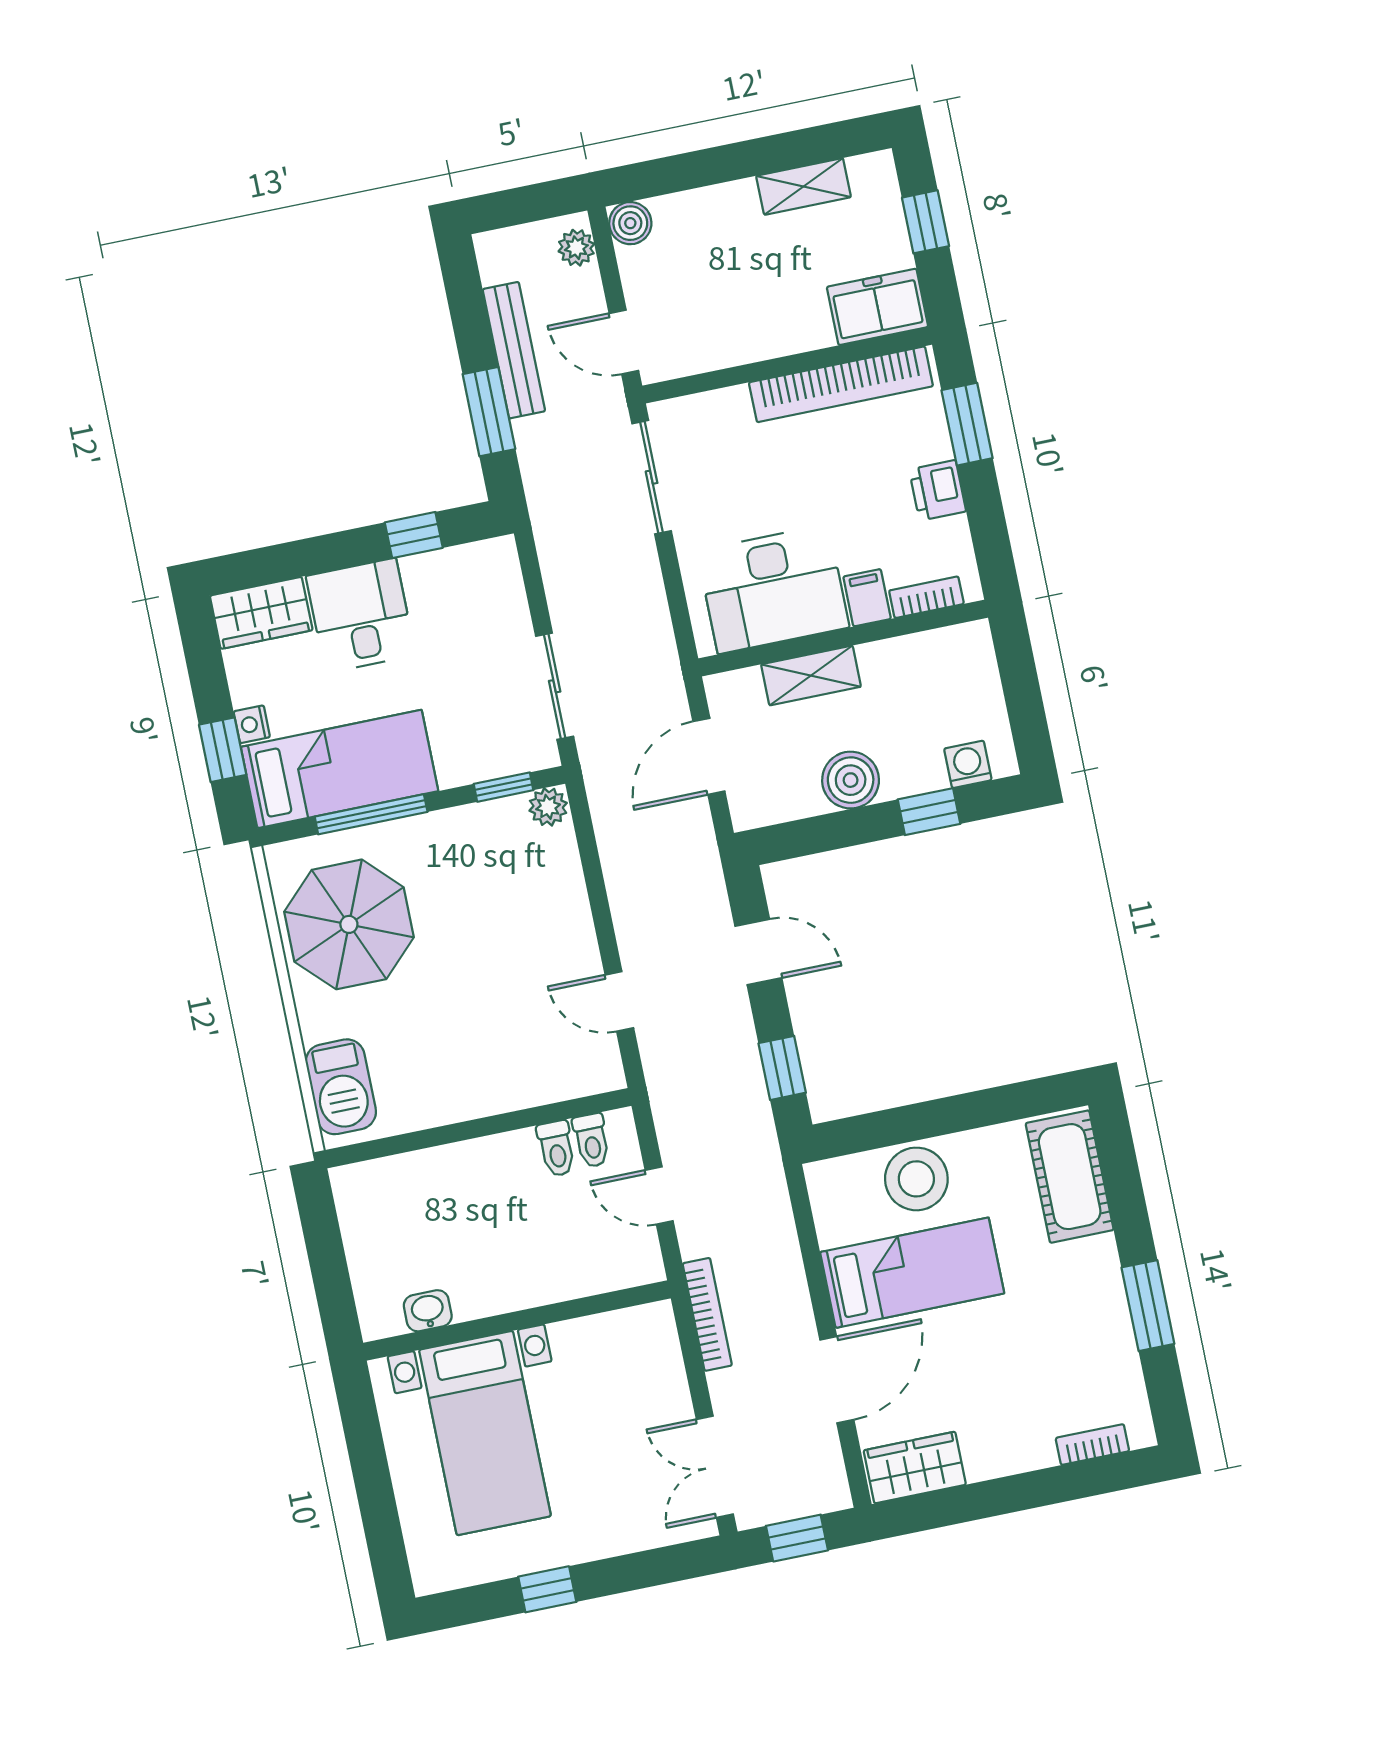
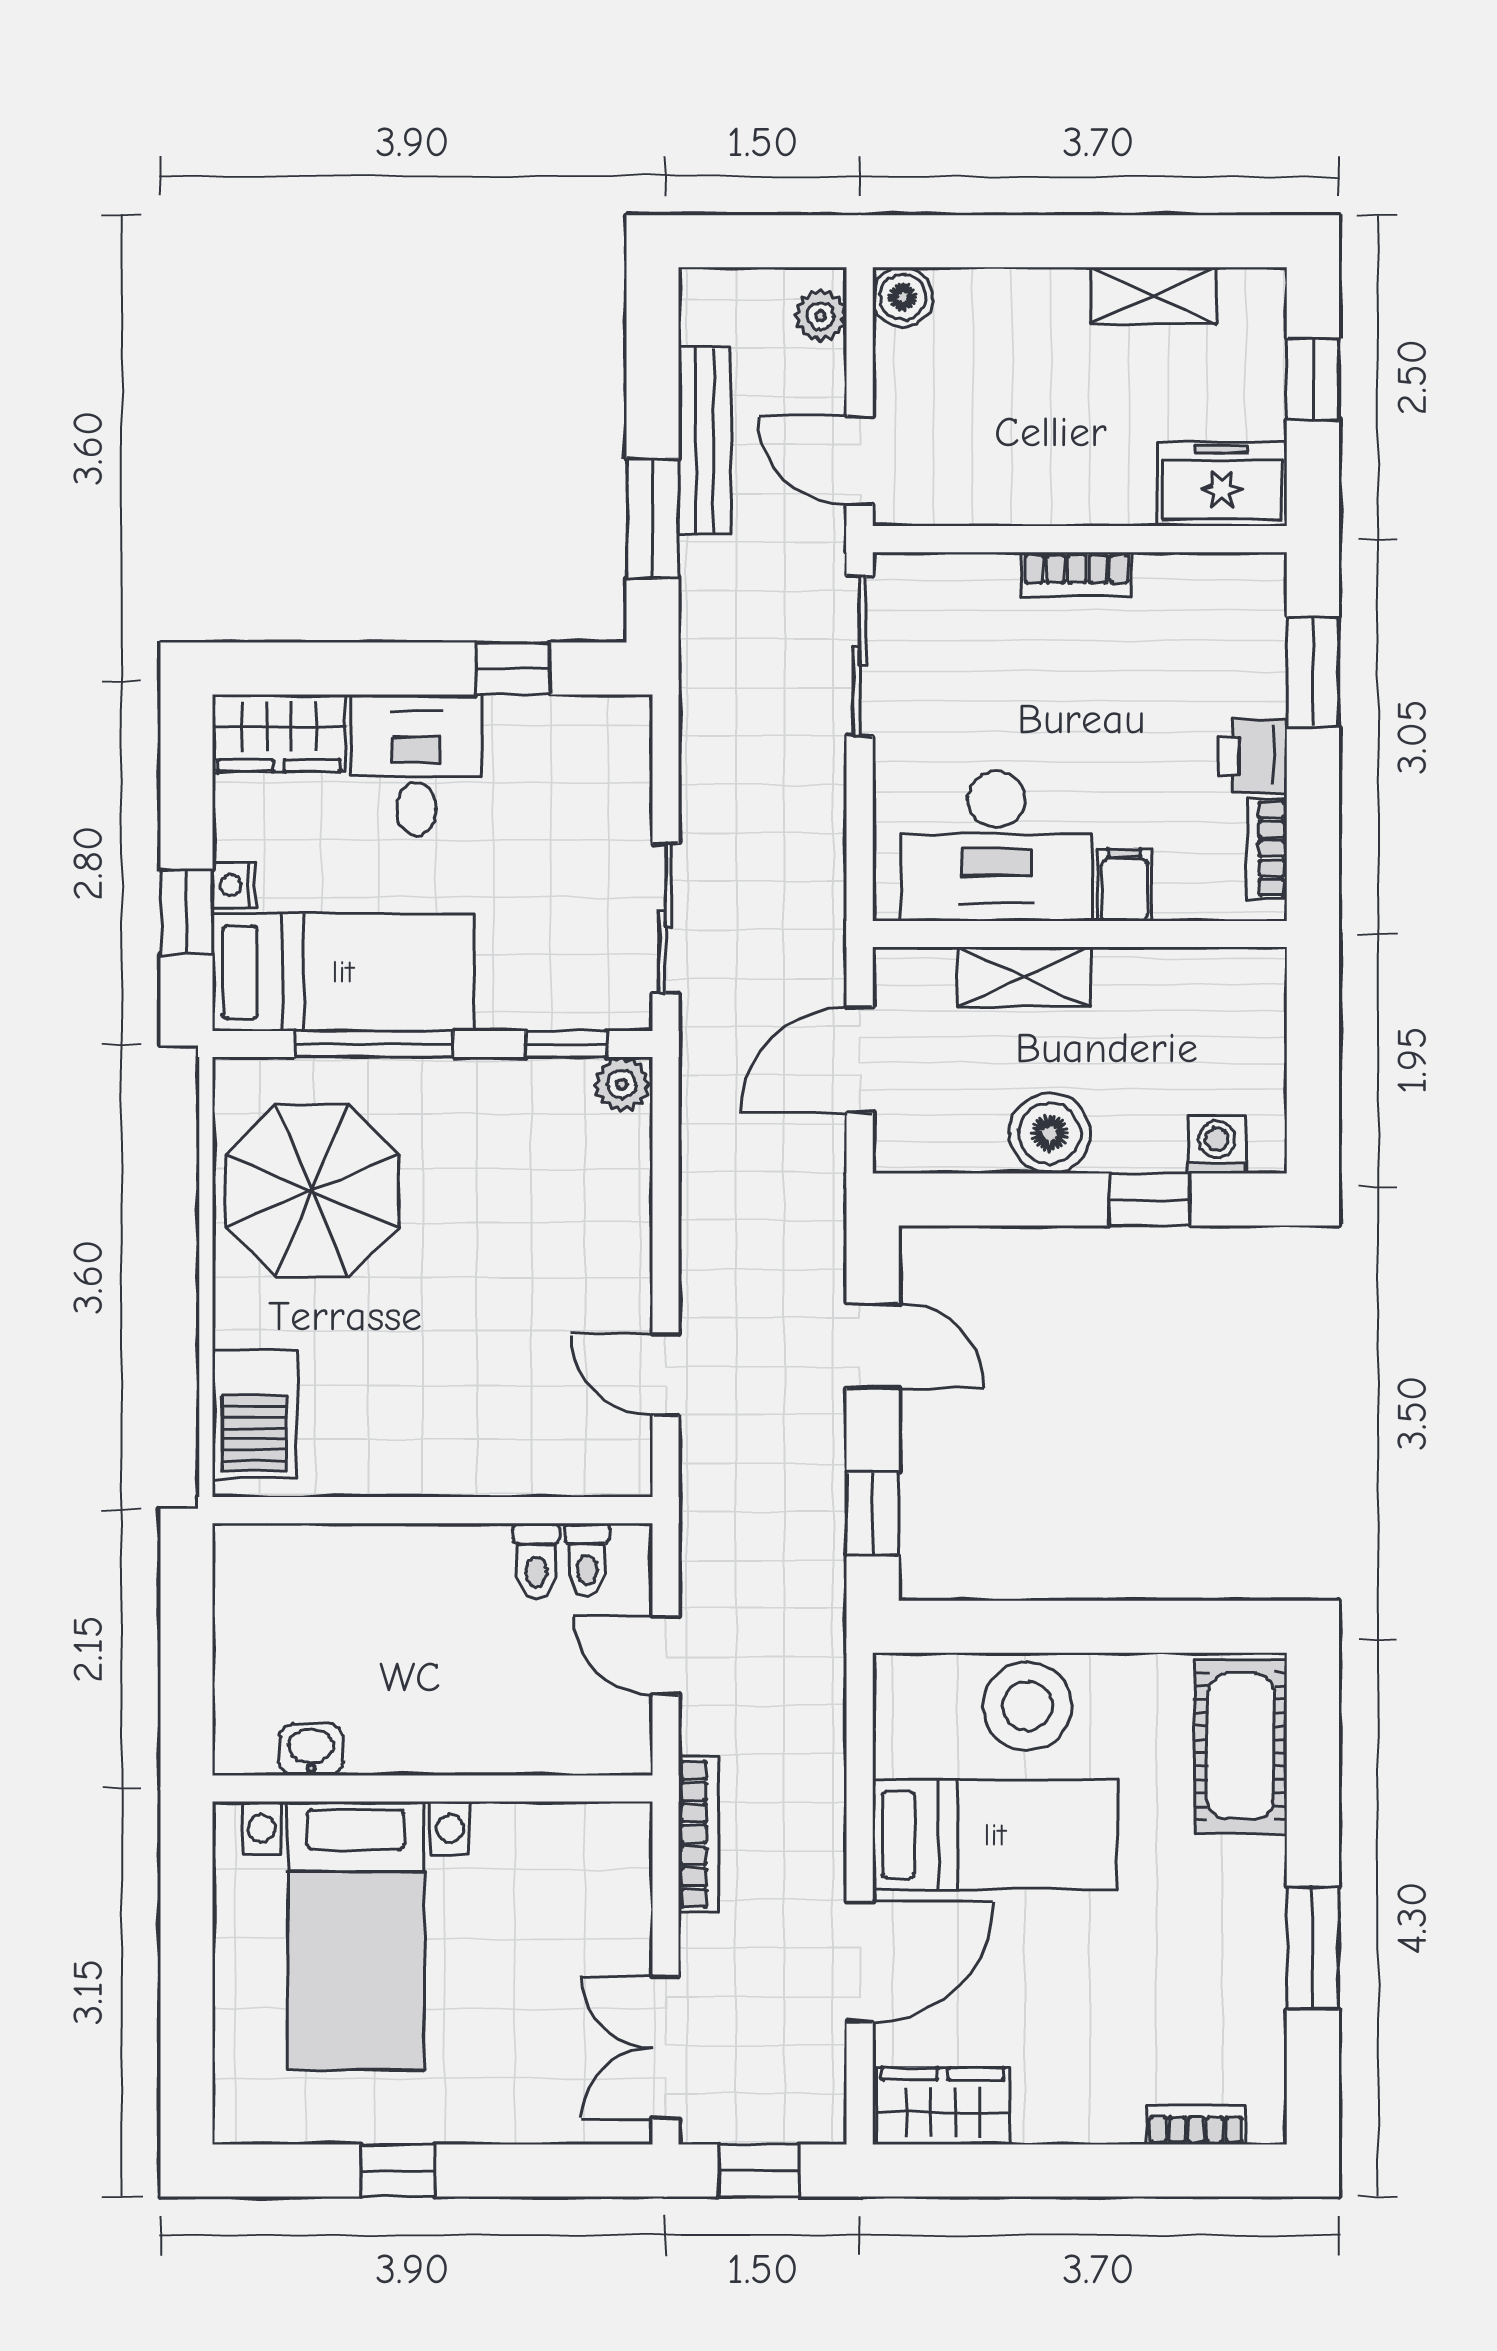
bookcase: (841, 384) -> (1077, 574), width x0.43, depth x0.76
bookcase: (926, 597) -> (1267, 849), moved, turned -90

